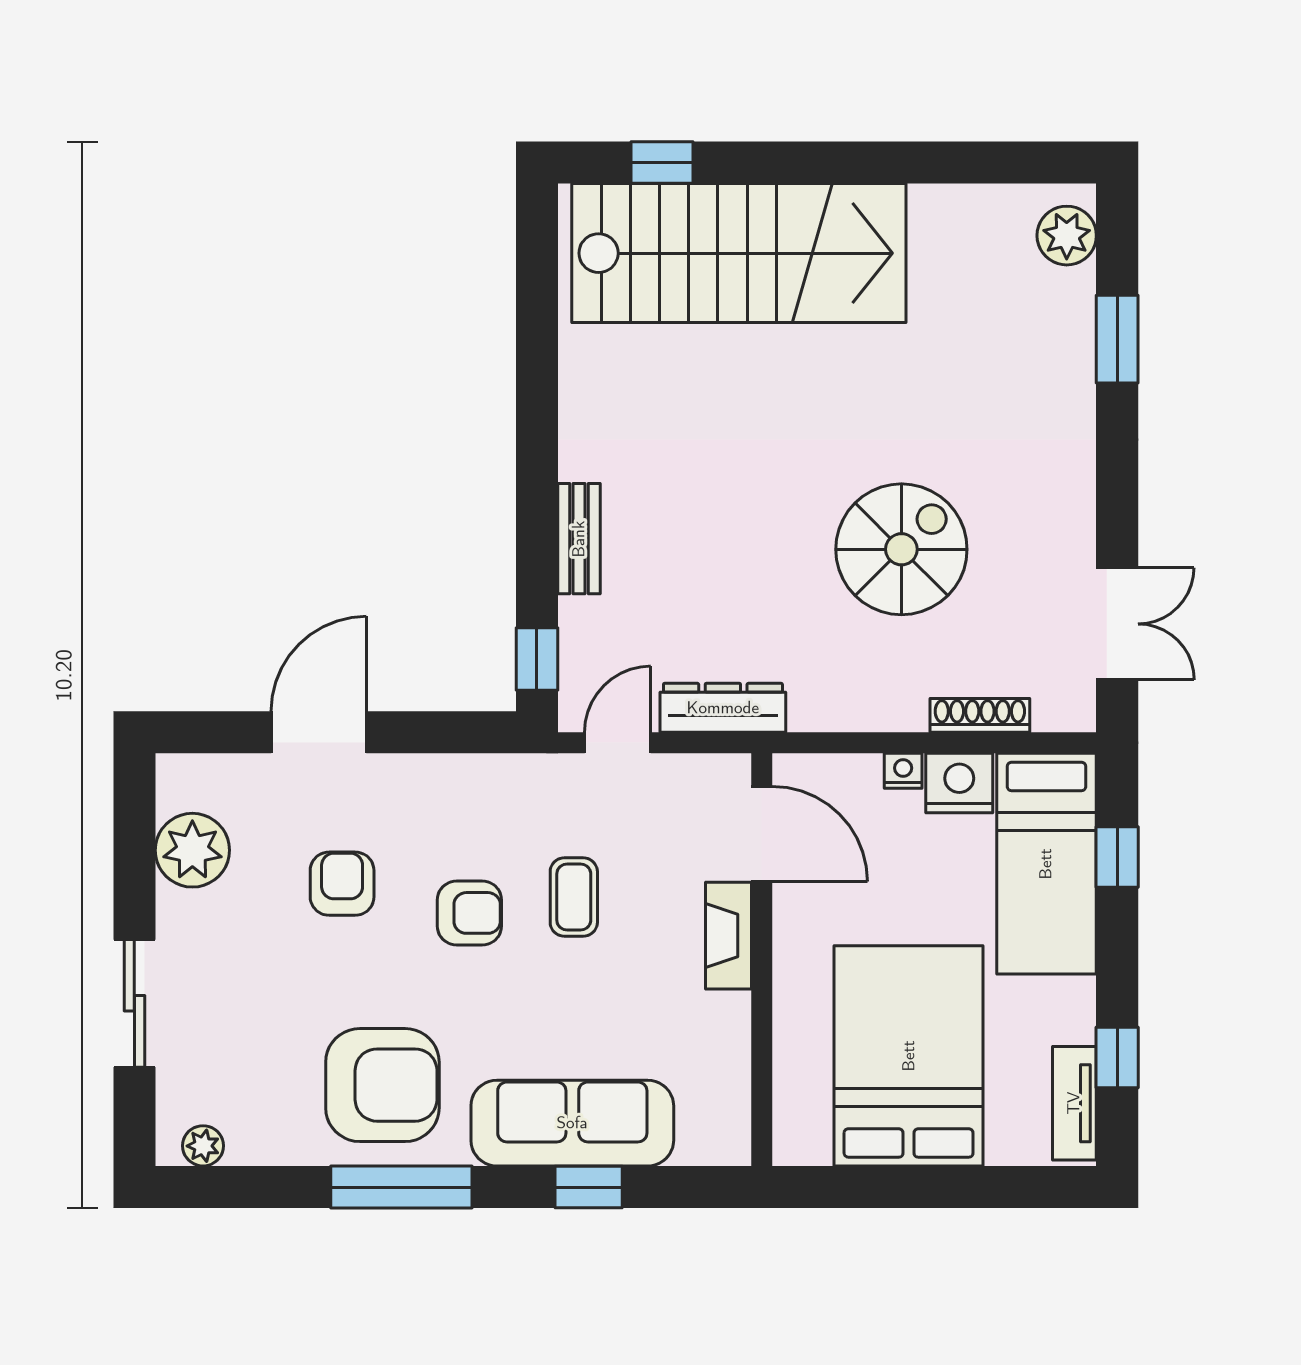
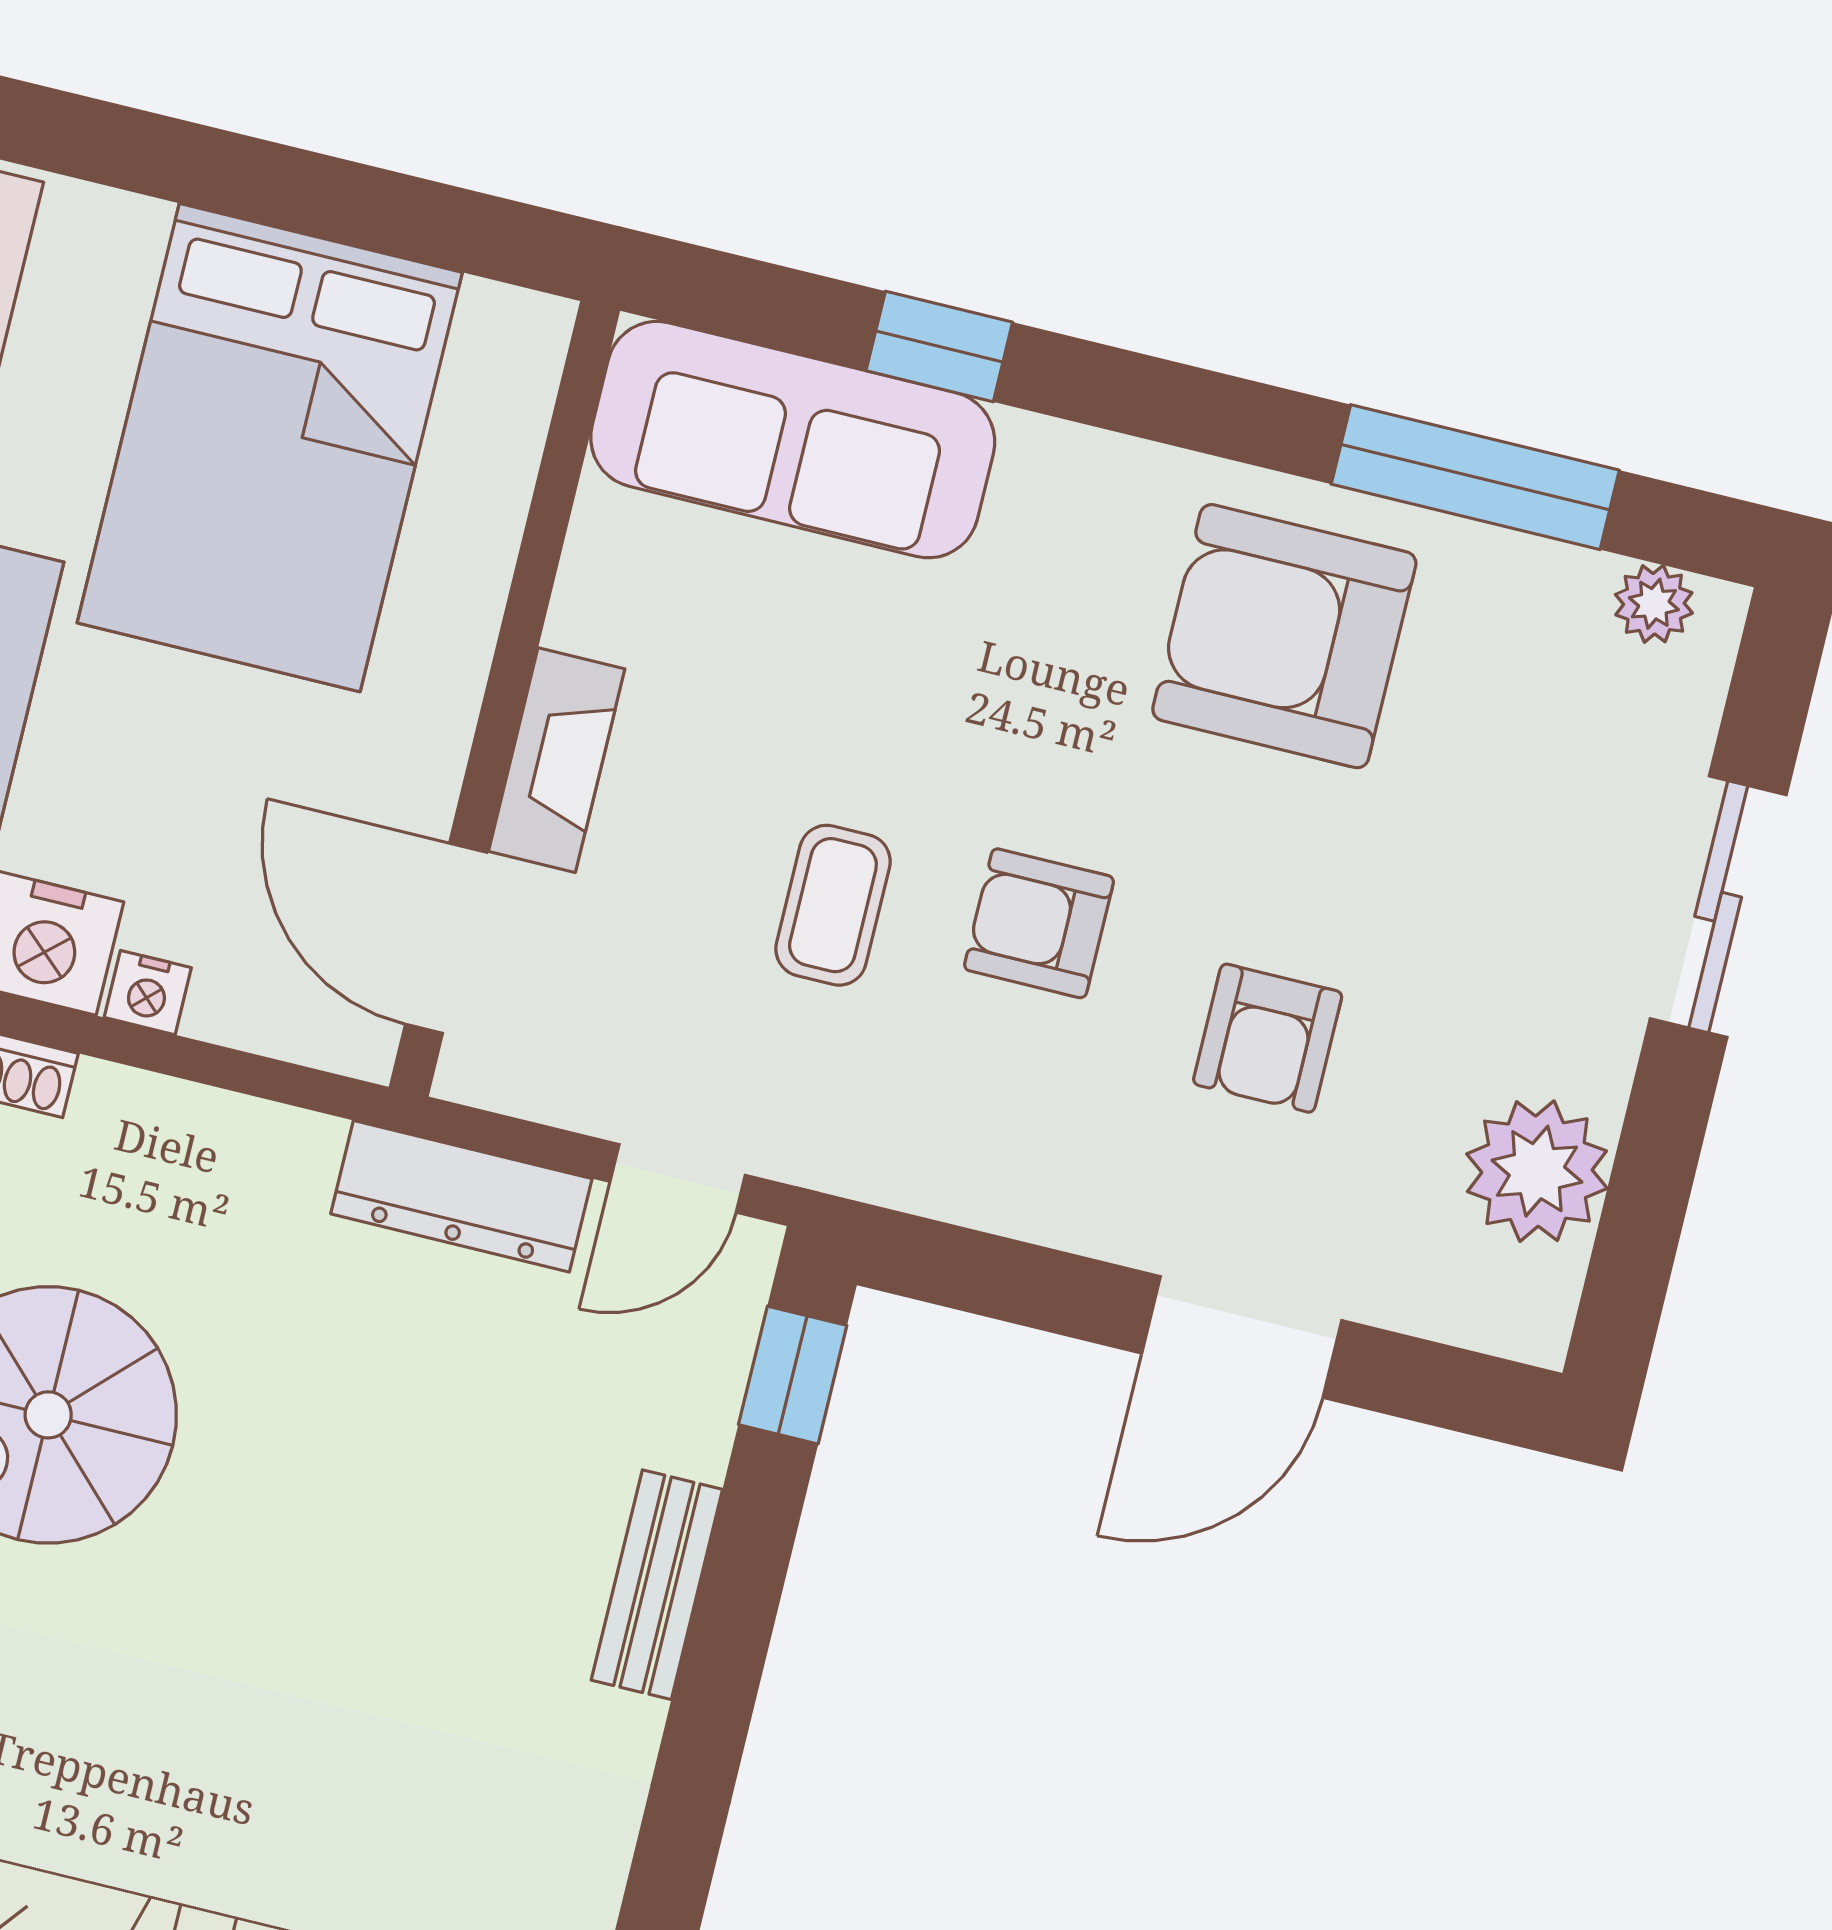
sofa: (572, 1123) -> (793, 440), moved
window: (401, 1187) -> (1475, 477), moved

